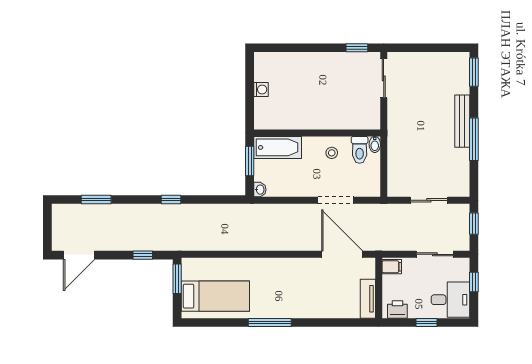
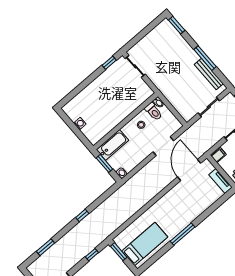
bench: (462, 121) -> (209, 74), moved
door: (342, 254) -> (189, 170), hinge flipped

